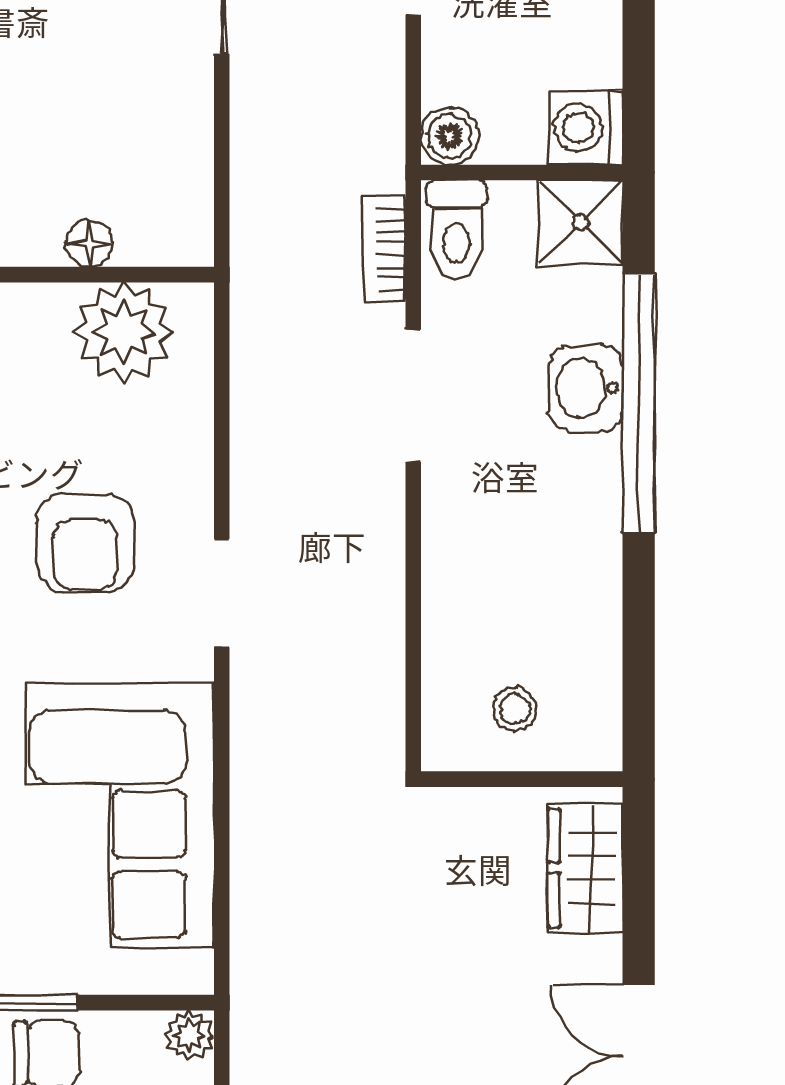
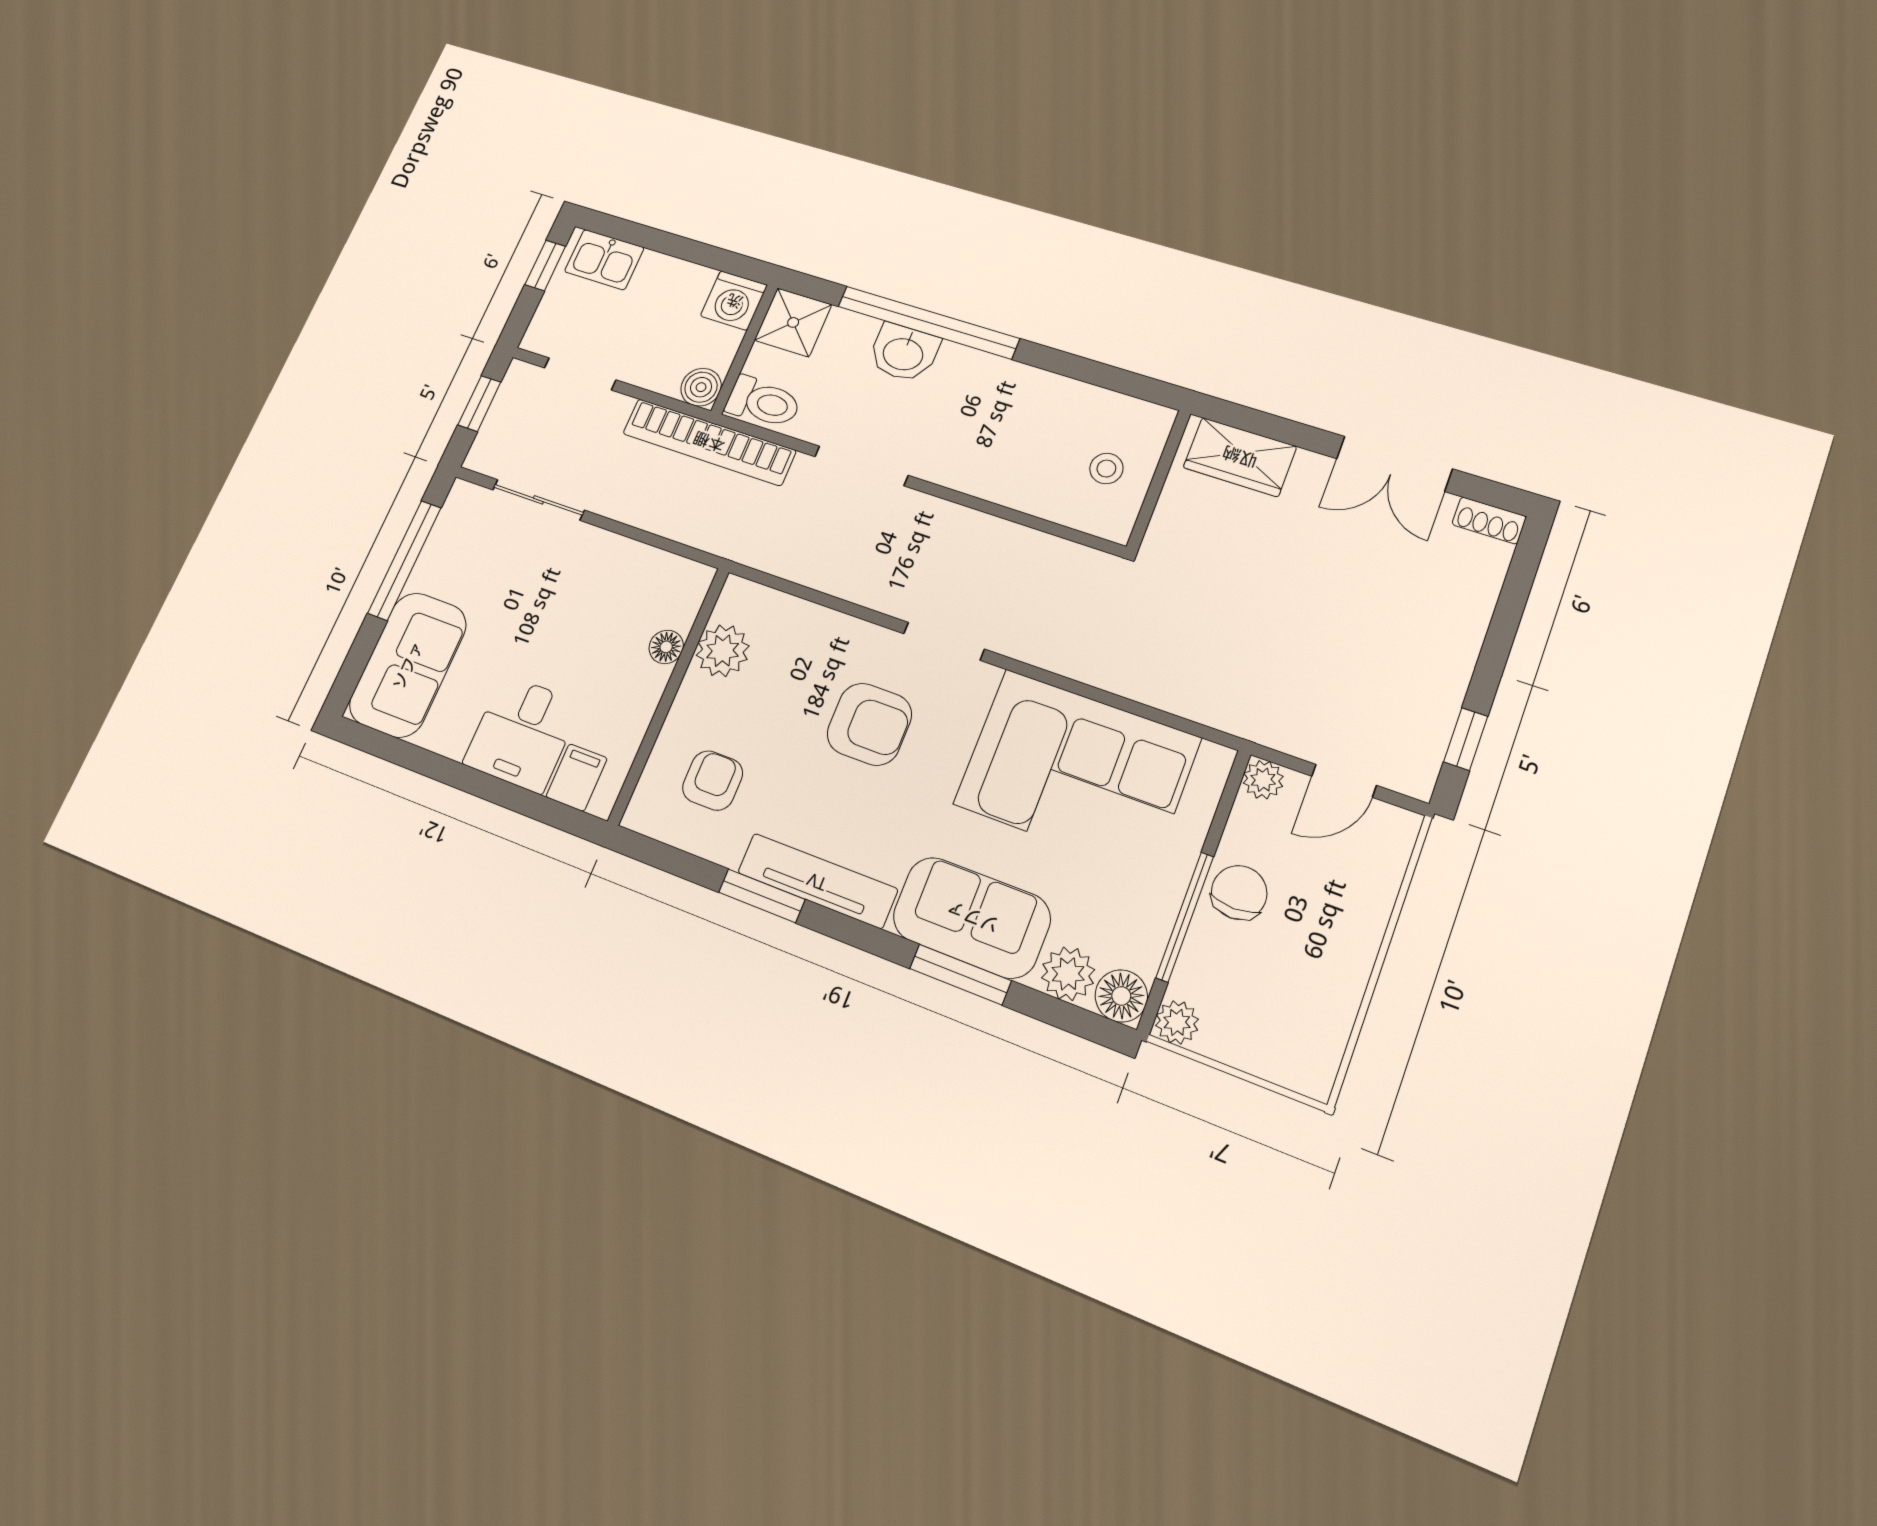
bookcase: (384, 250) -> (709, 442), width x2.31, depth x1.31
plant: (124, 332) -> (723, 651), width x0.73, depth x0.73

